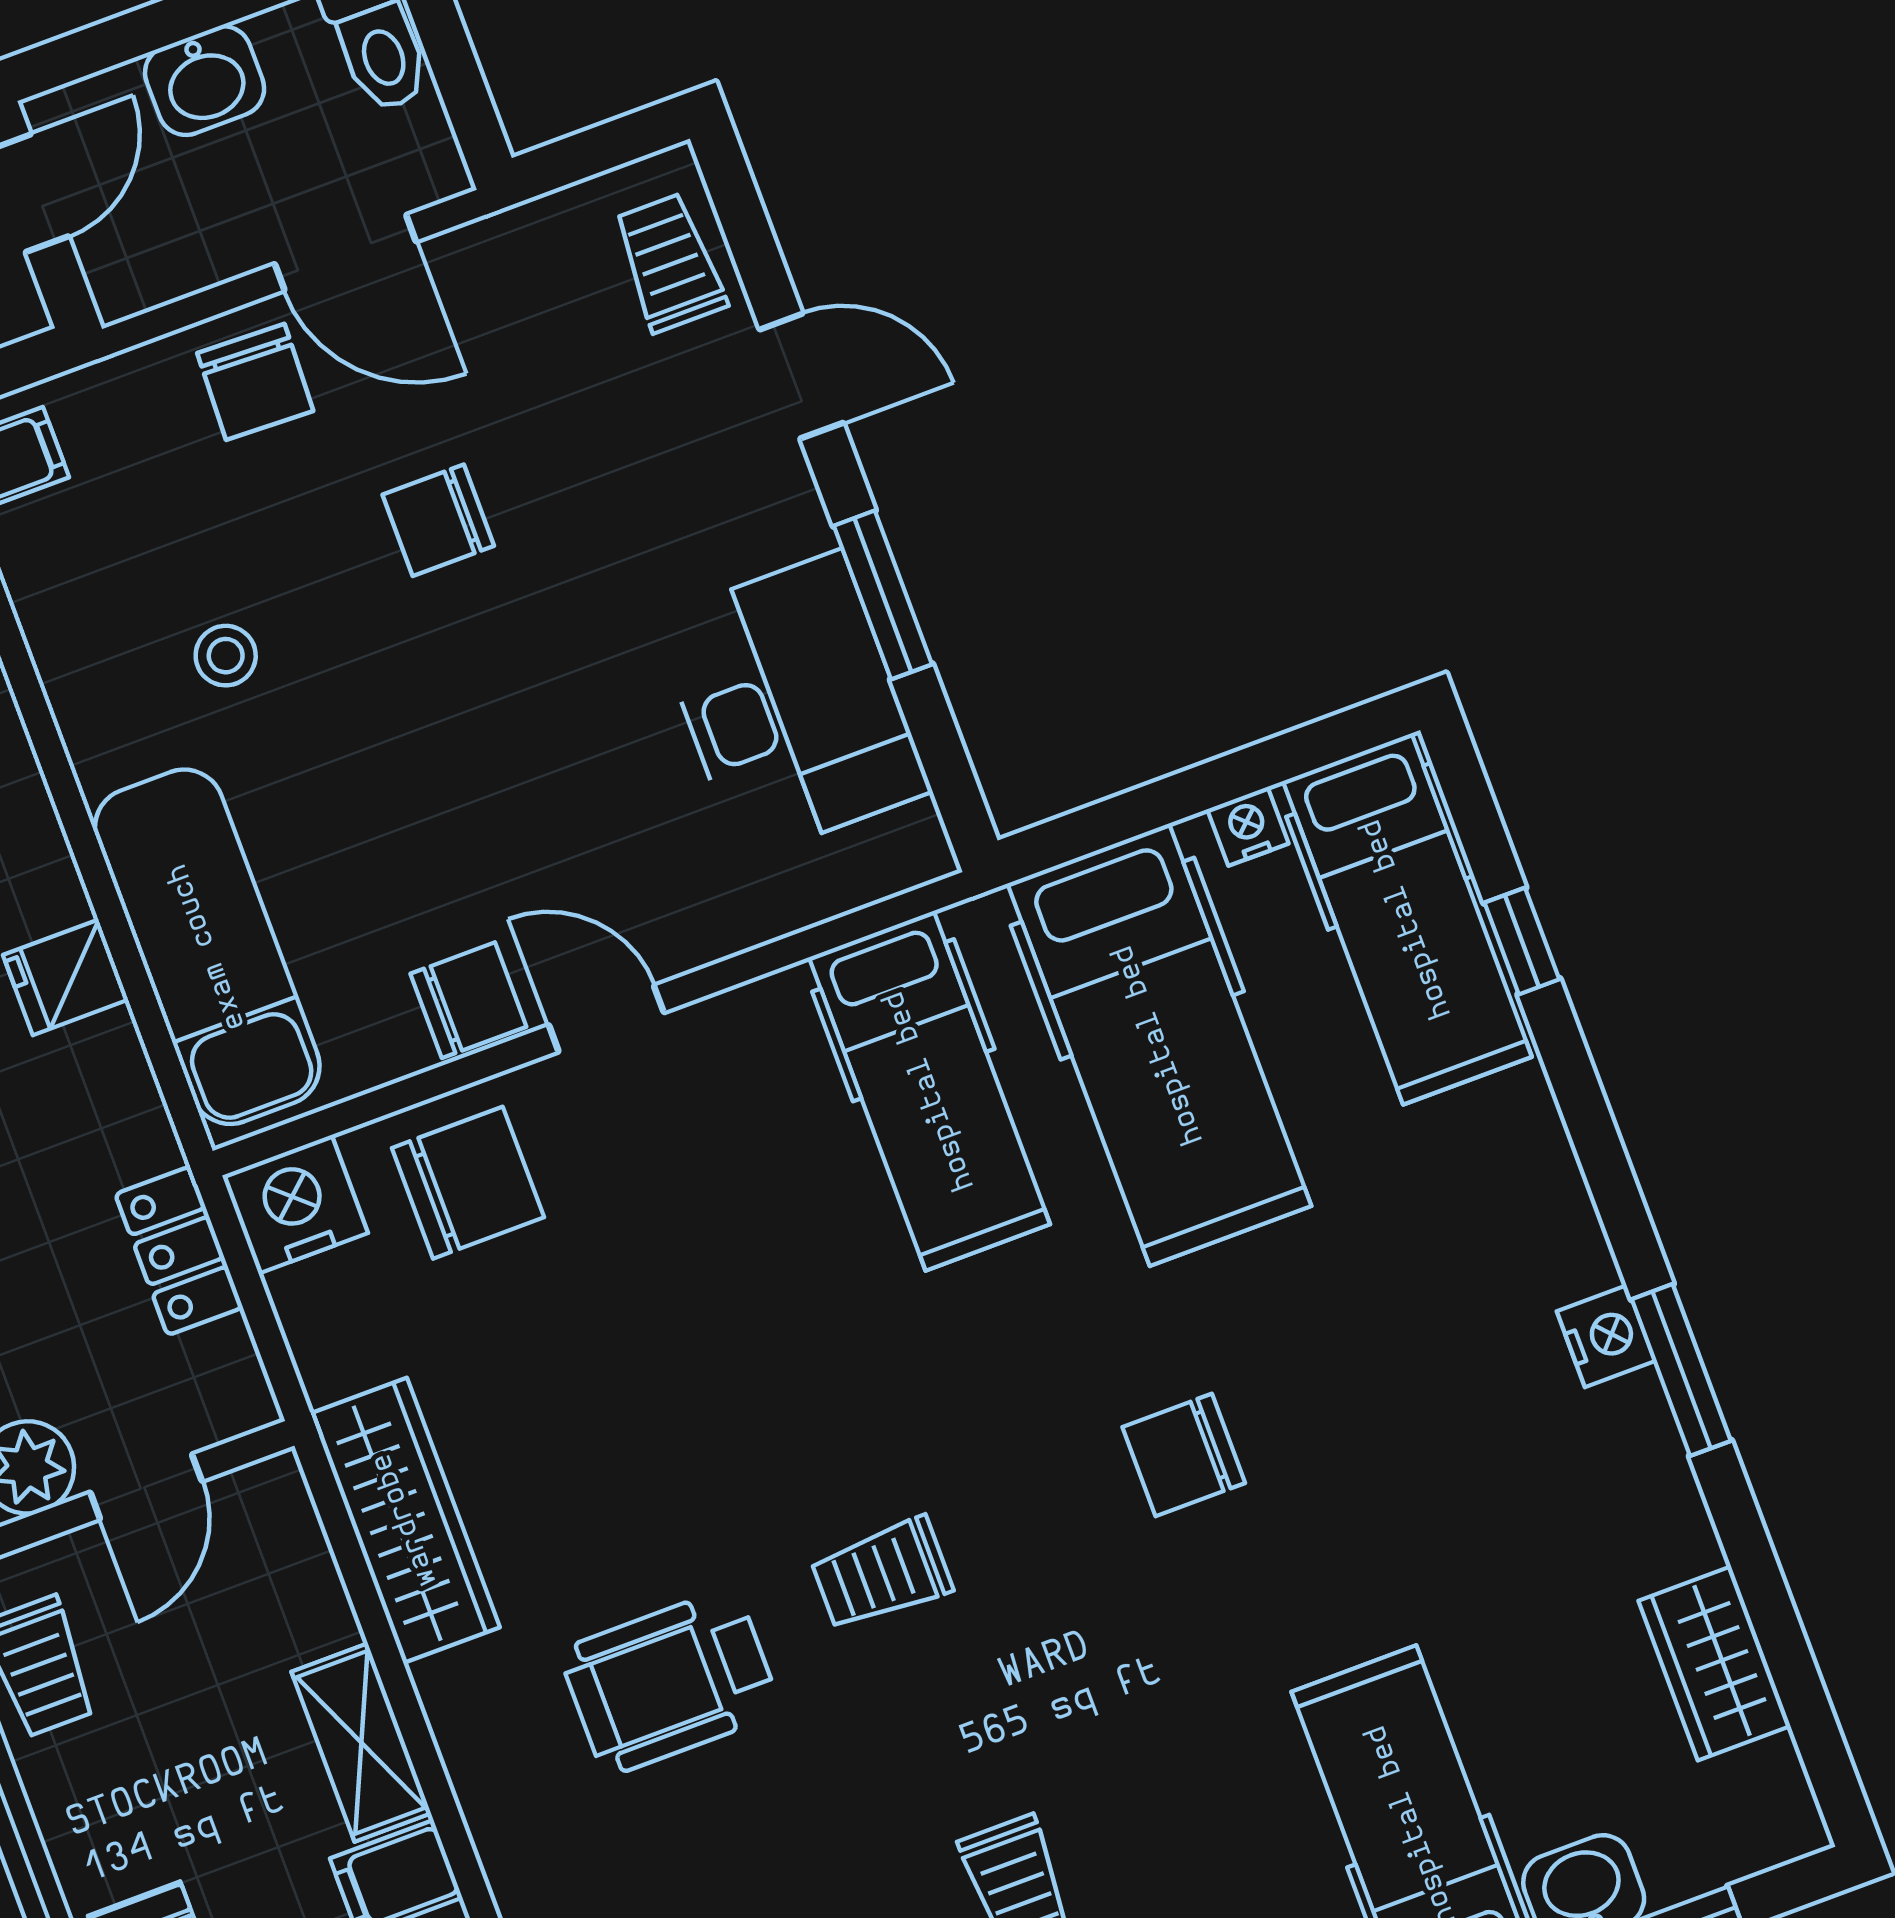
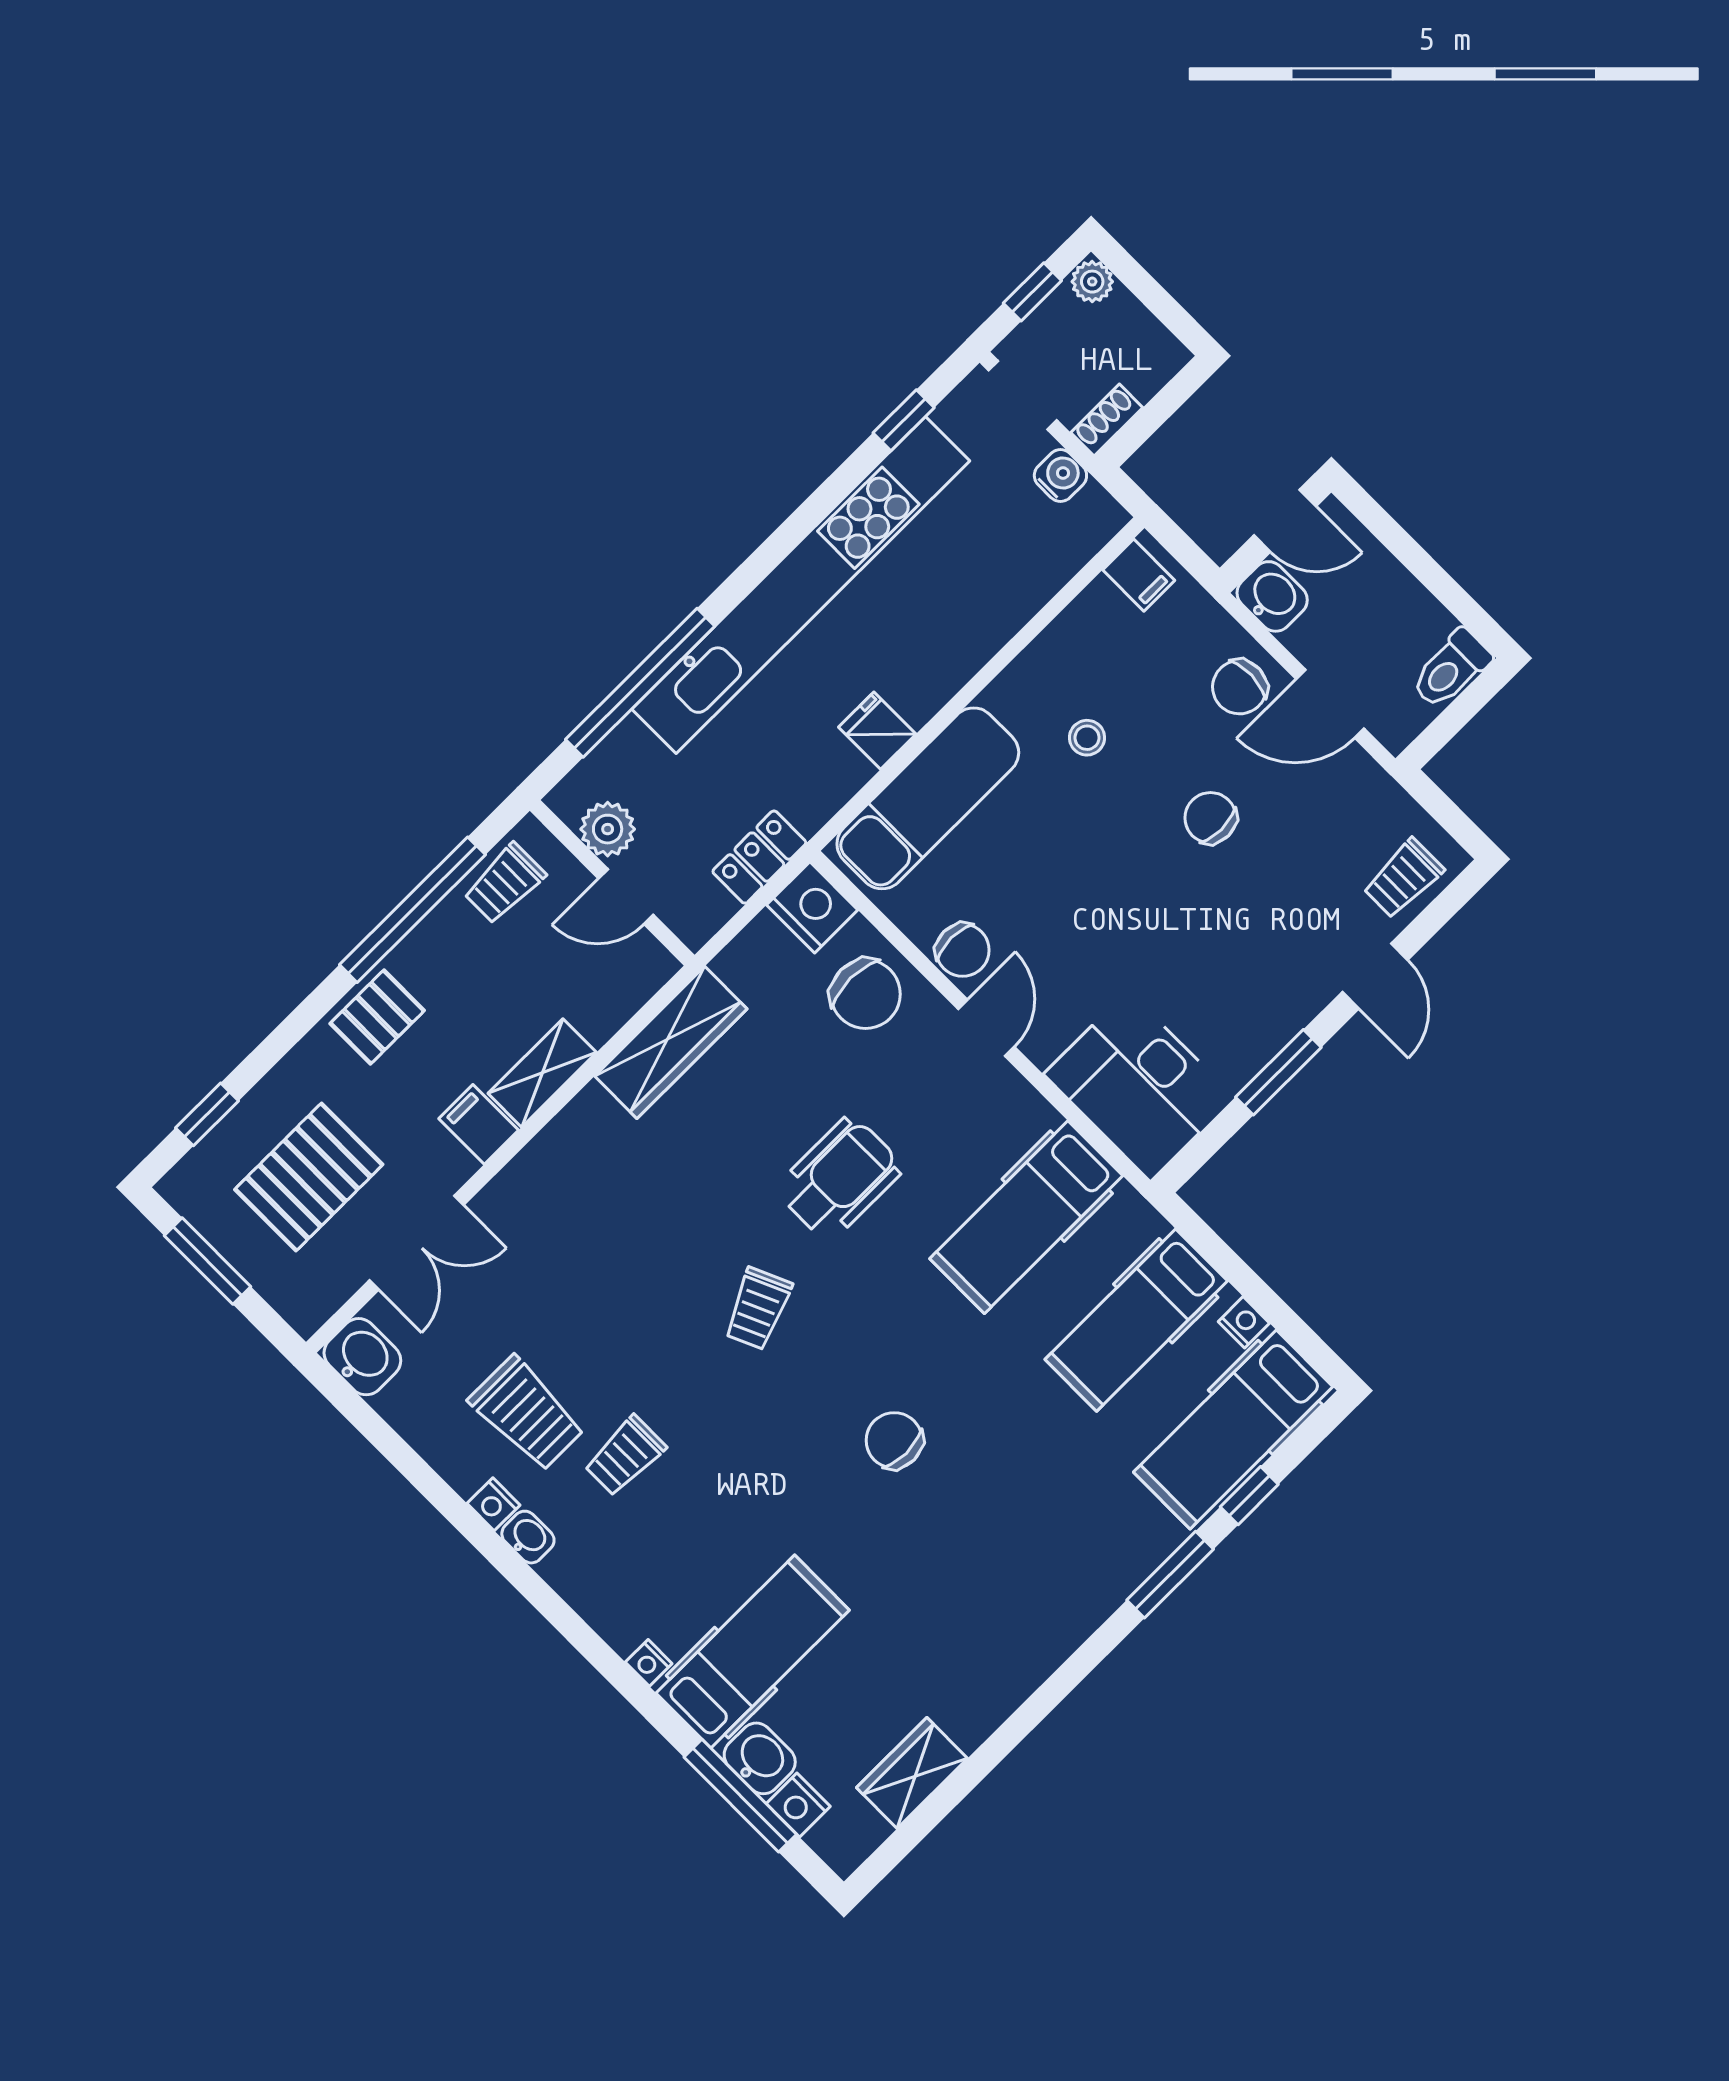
washbasin: (205, 81) -> (1272, 596), moved, turned 180
door: (345, 253) -> (1330, 704), hinge flipped
trolley: (670, 263) -> (1403, 878), turned 180
desk: (792, 705) -> (1139, 1086), moved, turned 90
hospital bed: (1159, 1045) -> (1136, 1320), width x0.73, depth x0.78
nightstand: (1606, 1336) -> (798, 1805), moved, turned 90
window: (1681, 1370) -> (1170, 1575), moved
trolley: (882, 1574) -> (758, 1309), turned -114
wheelchair: (670, 1681) -> (840, 1178), moved, turned 90

